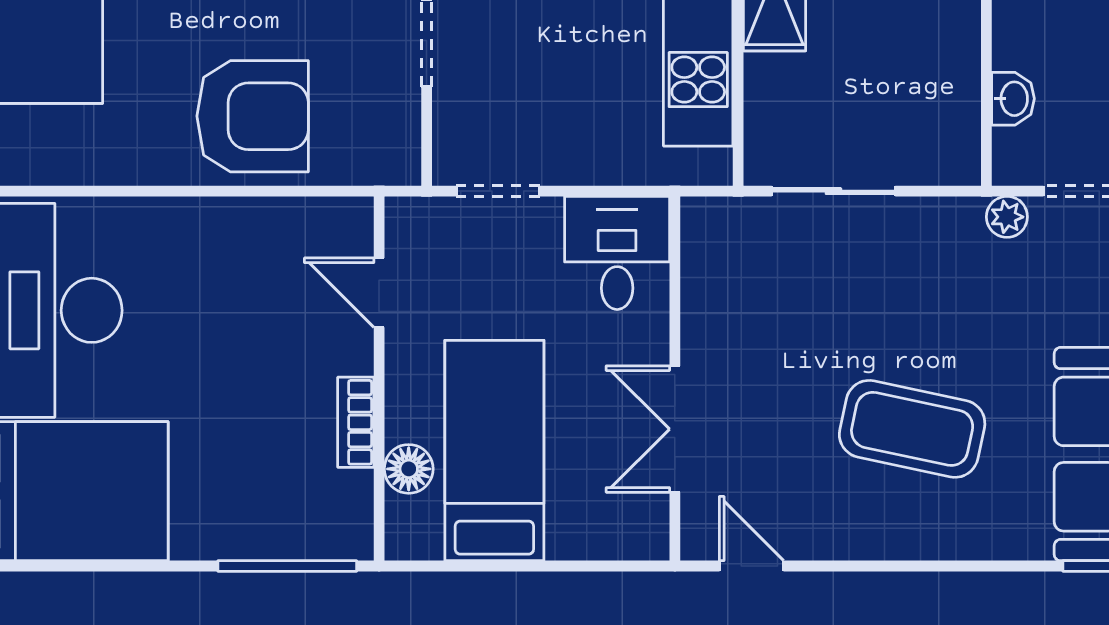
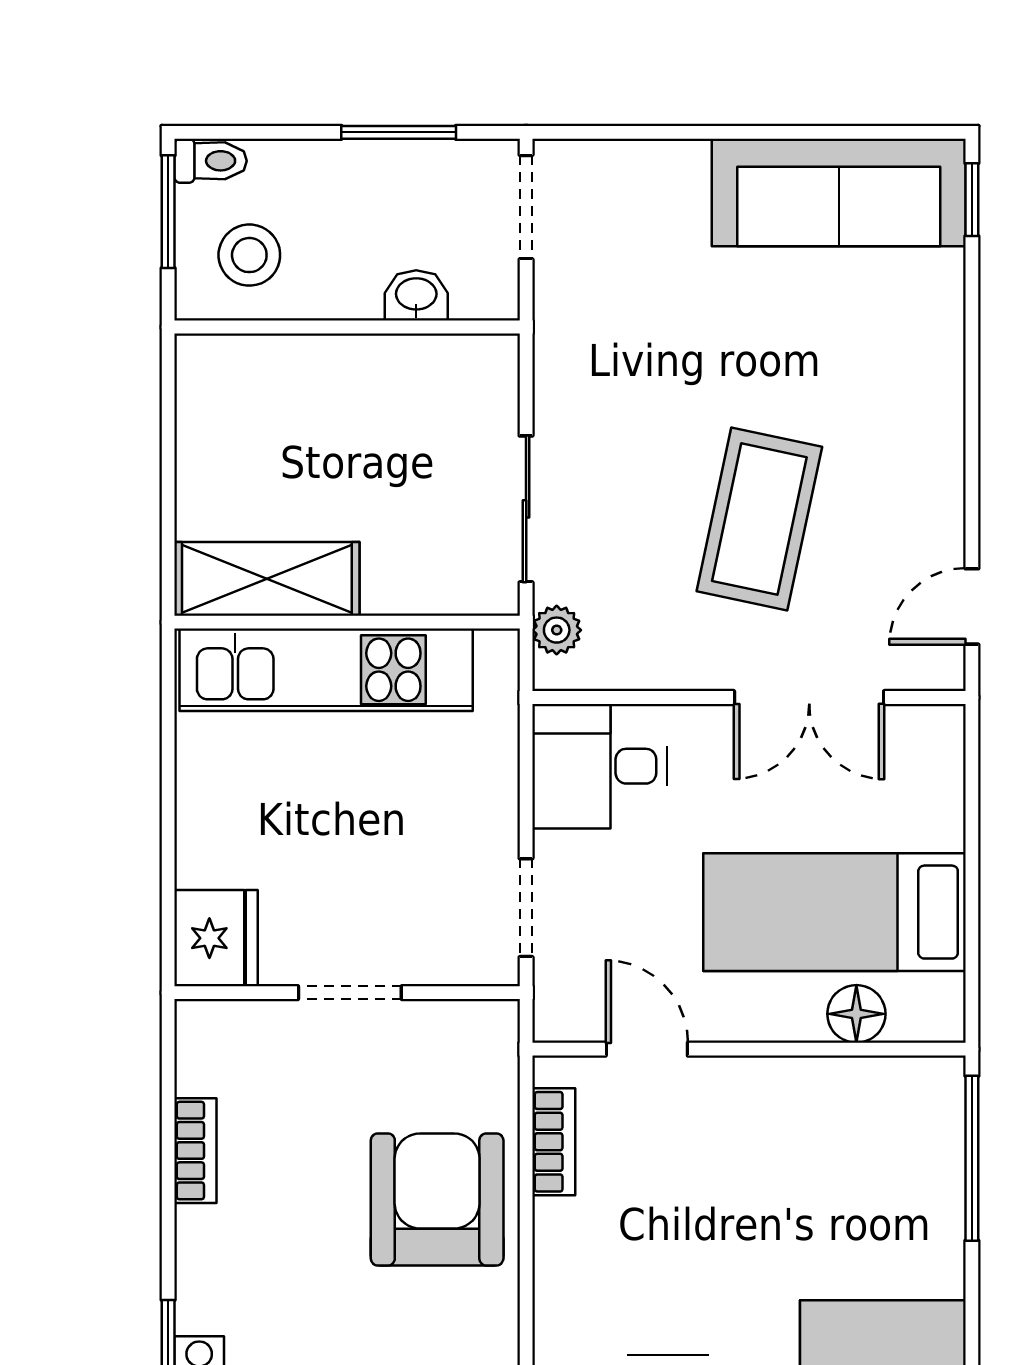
plant: (1007, 217) -> (557, 630), moved
door: (379, 293) -> (647, 1049), swing flipped
bookcase: (356, 422) -> (554, 1142), moved, turned -90
coffee table: (912, 429) -> (759, 519), moved

